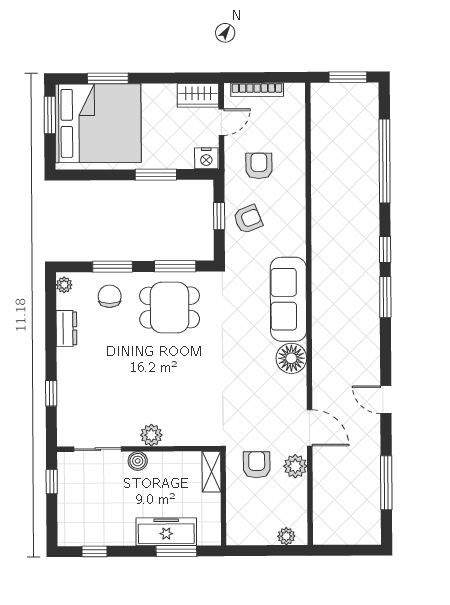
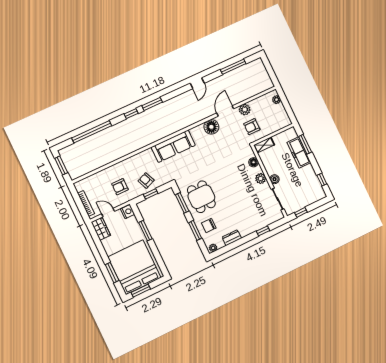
floor lamp: (291, 358) -> (211, 127), moved
floor lamp: (188, 436) -> (254, 162), added

